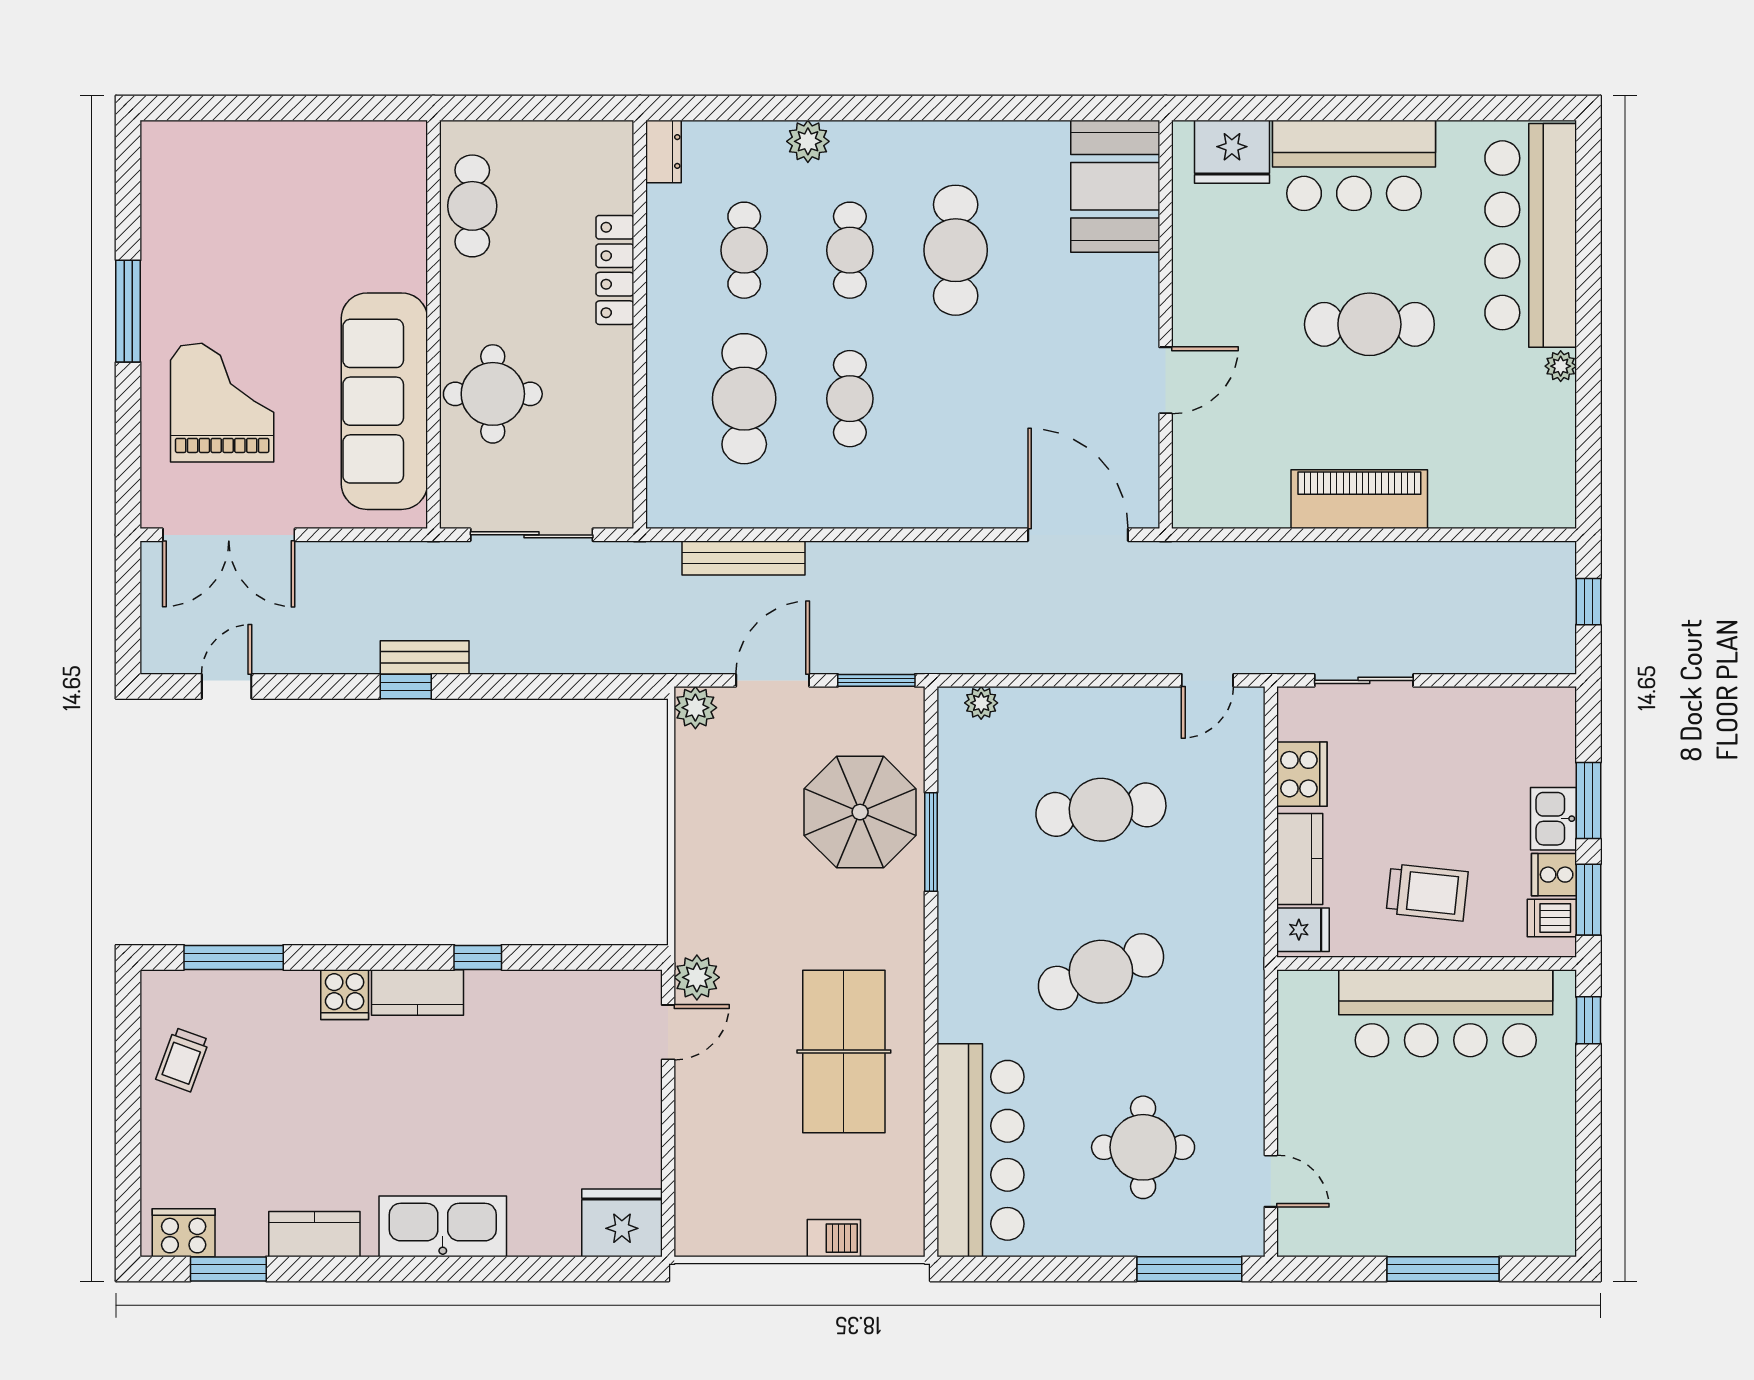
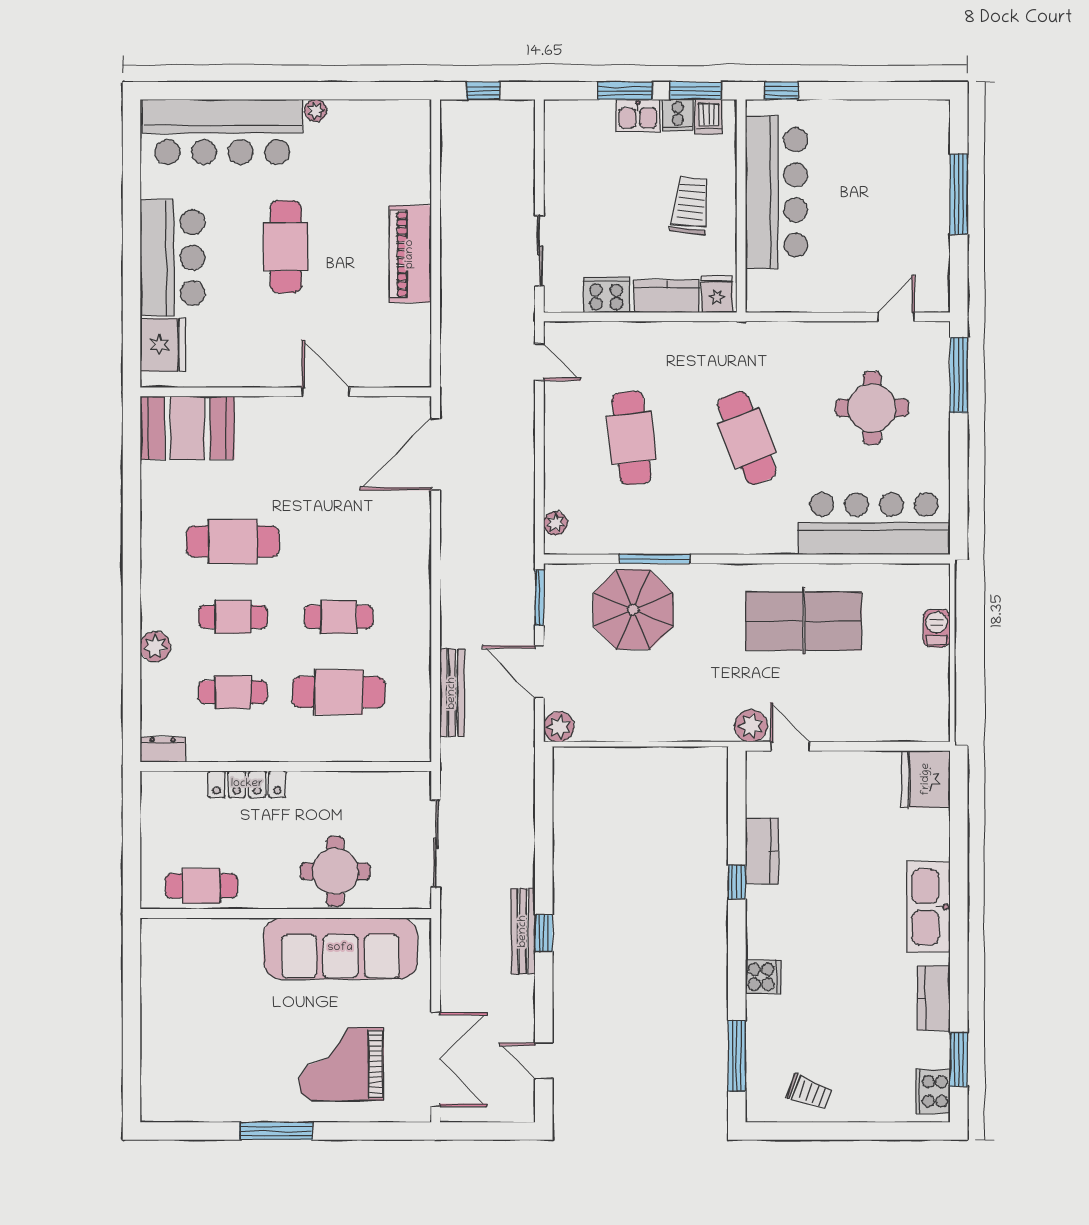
bench: (425, 657) -> (523, 931), width x1.36
kitchen counter: (417, 993) -> (762, 851), moved

